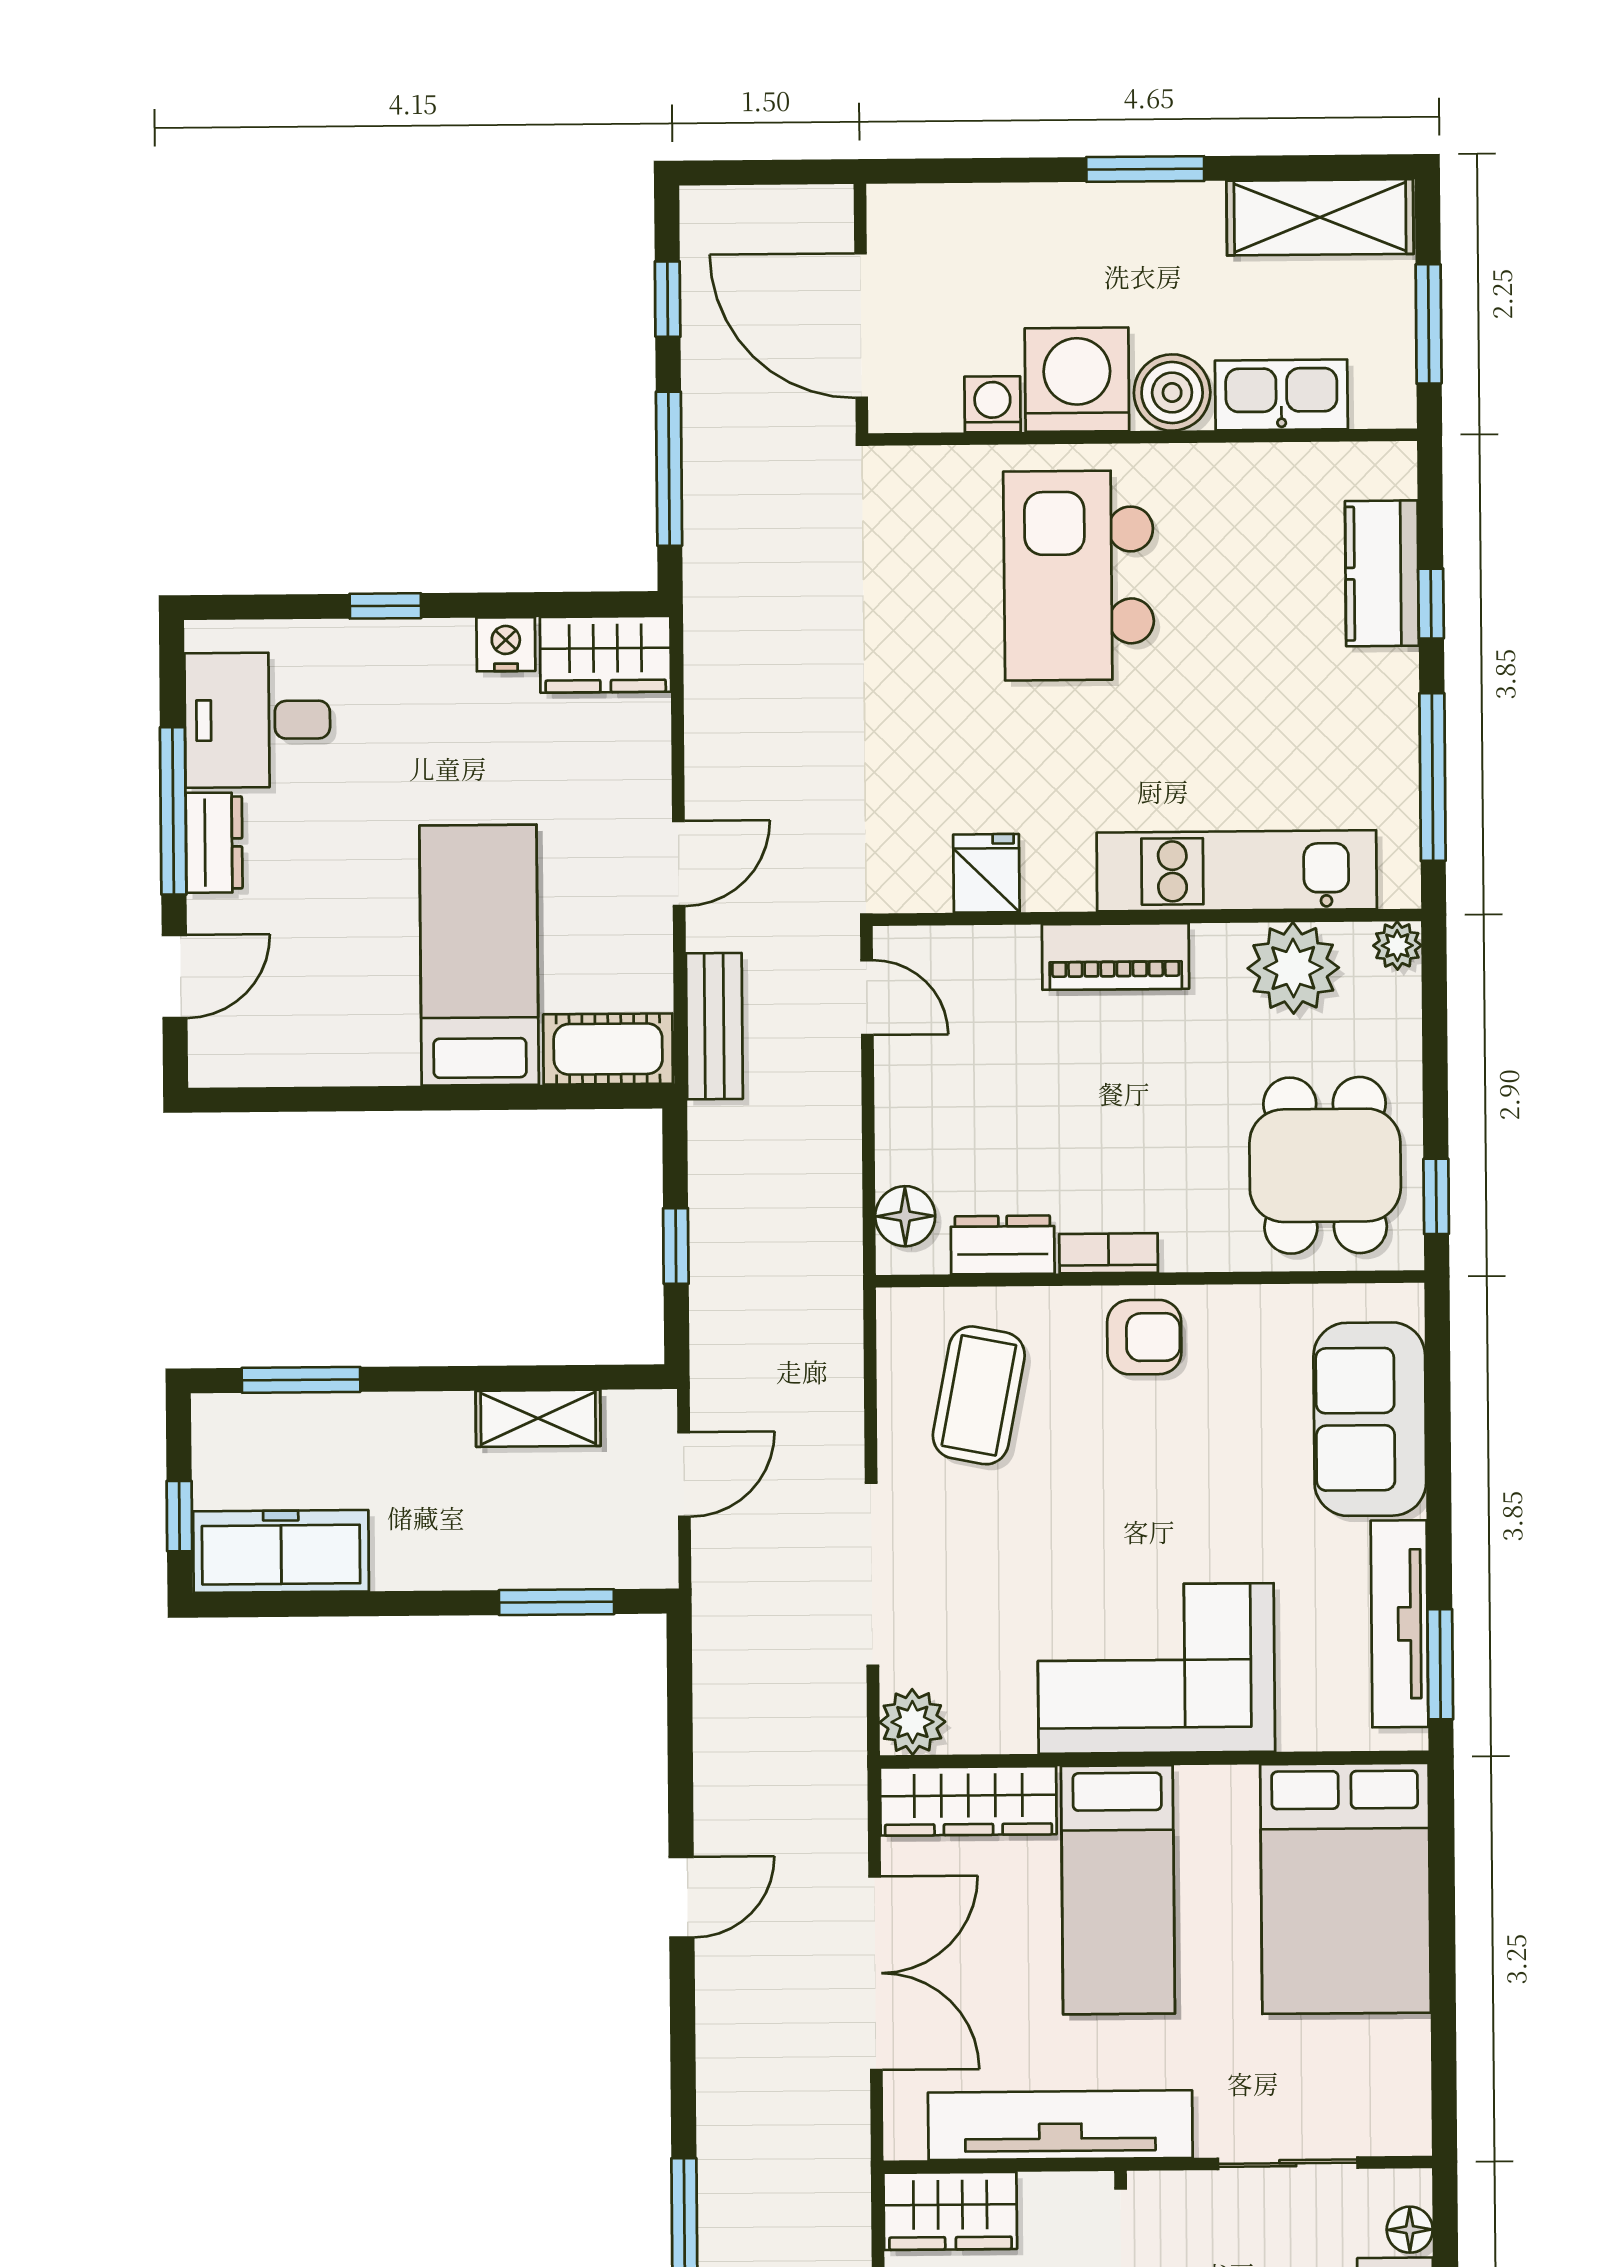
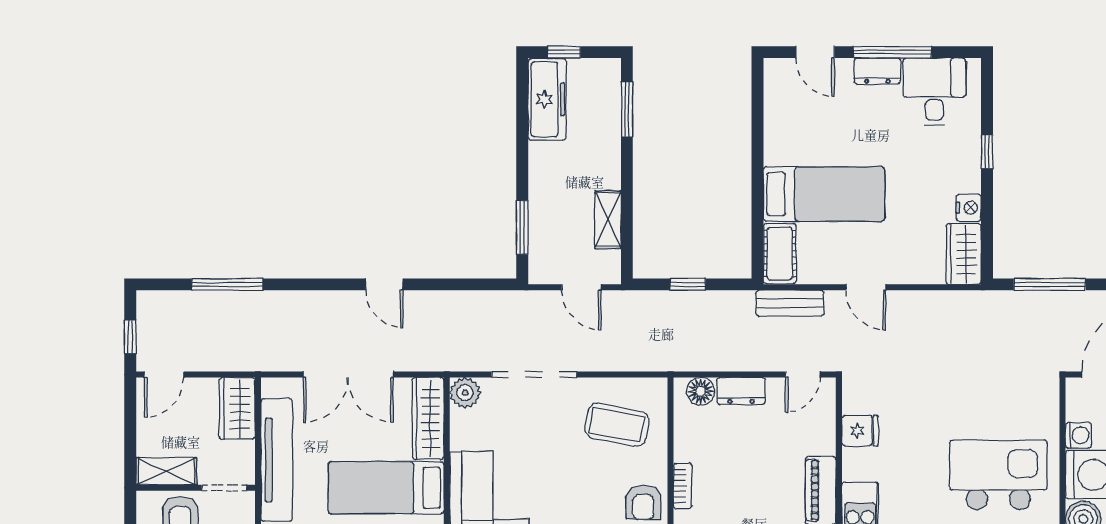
dresser: (1003, 1245) -> (741, 391), moved, turned 90

